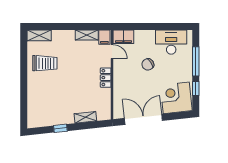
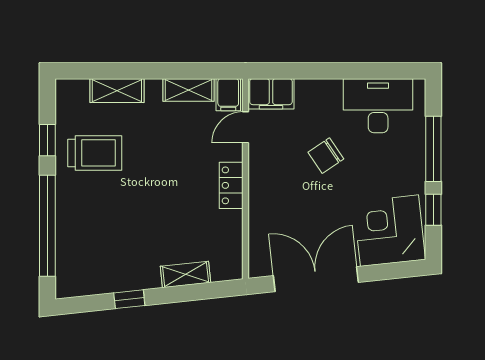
shelving: (39, 35) -> (117, 91), moved
door: (112, 52) -> (245, 127), swing flipped
window: (24, 57) -> (47, 140), added
window: (24, 96) -> (47, 226), added

